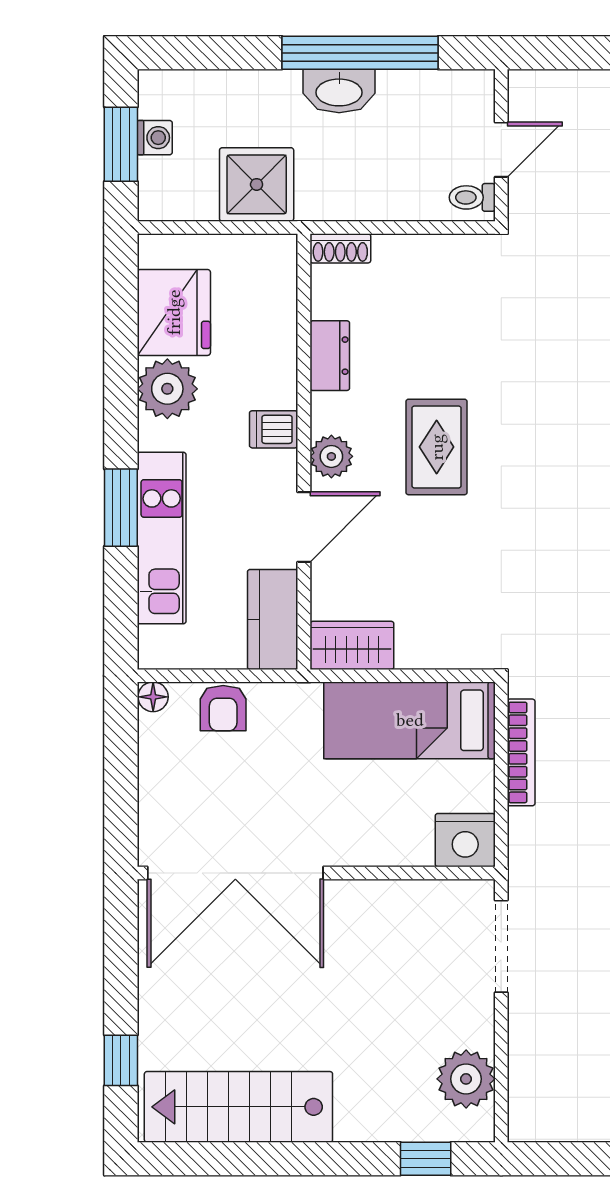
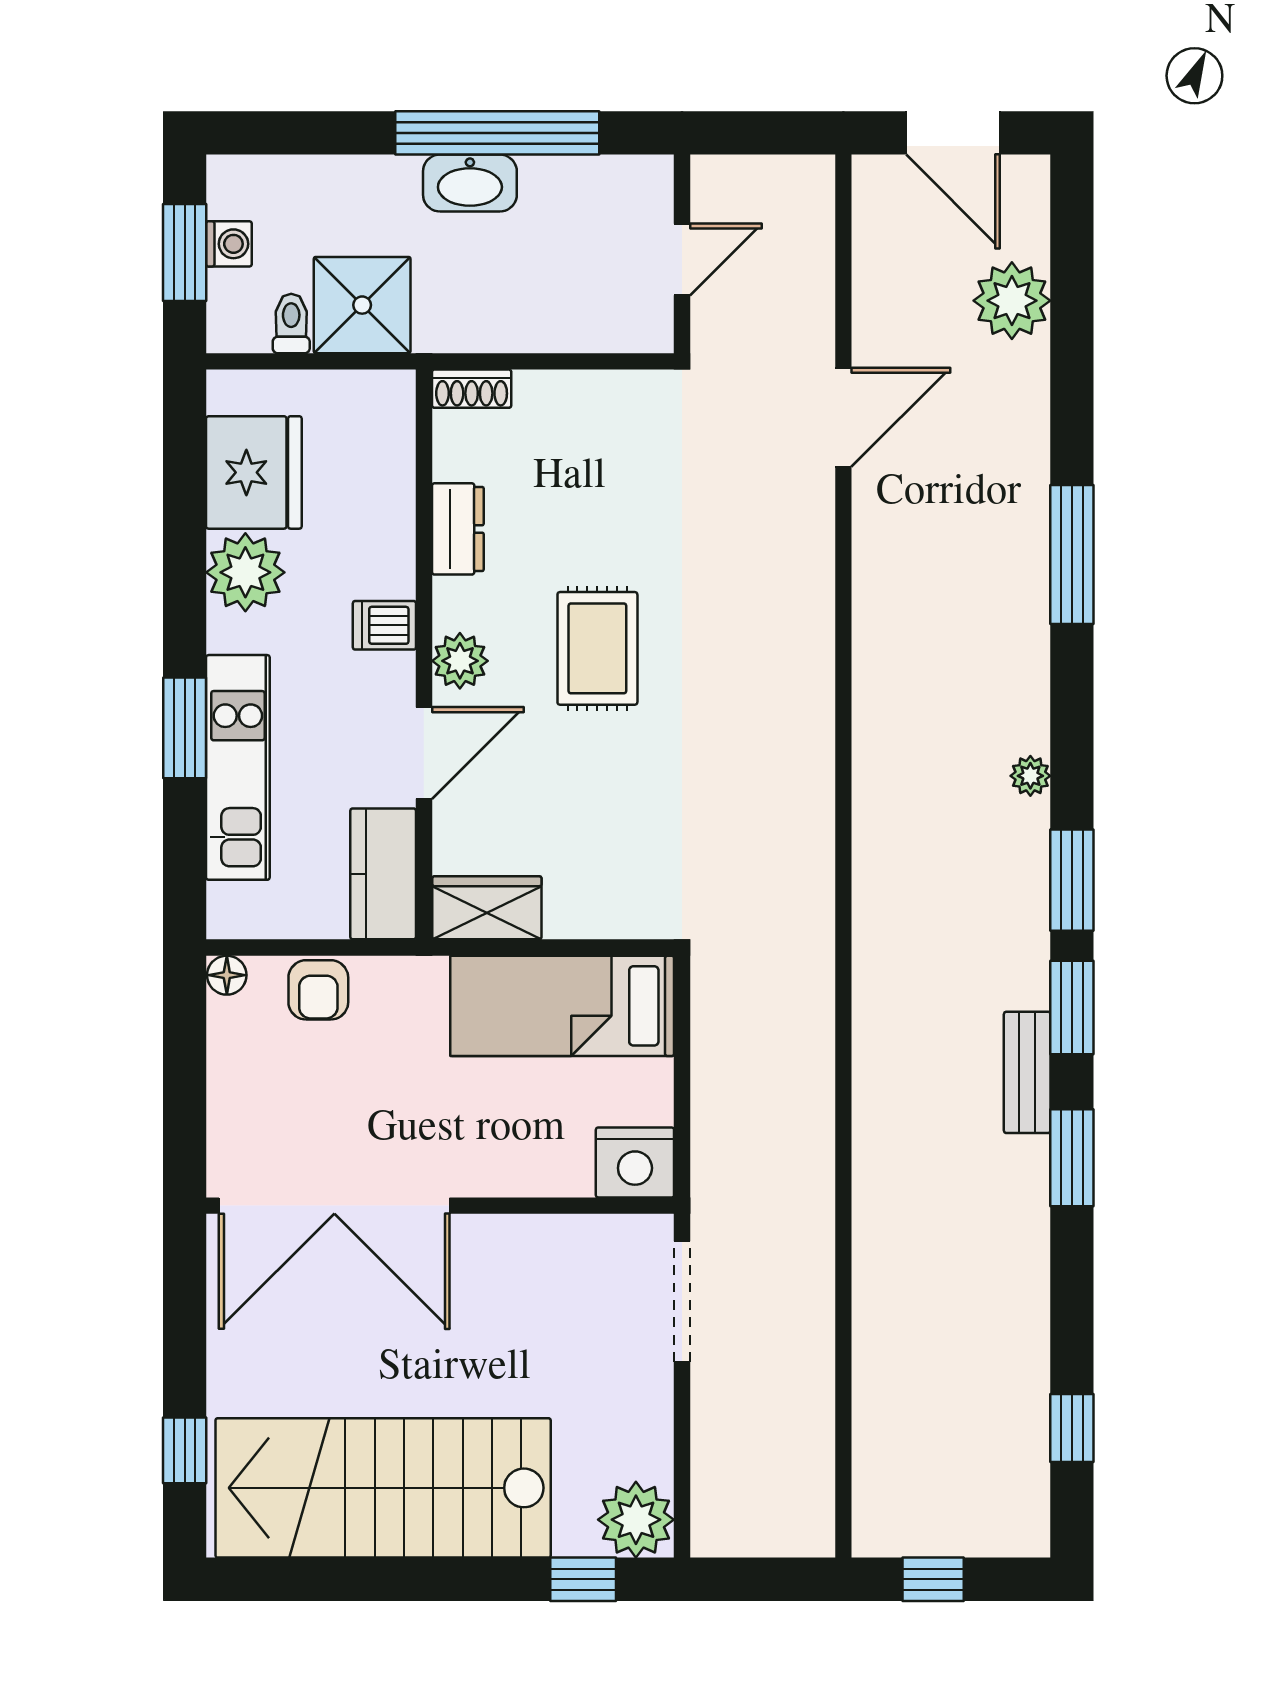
toilet: (472, 197) -> (291, 323), moved, turned 90
bookcase: (521, 752) -> (708, 1048), removed
plant: (466, 1079) -> (636, 1520), moved
stairs: (238, 1107) -> (383, 1488), width x1.36, depth x1.51

